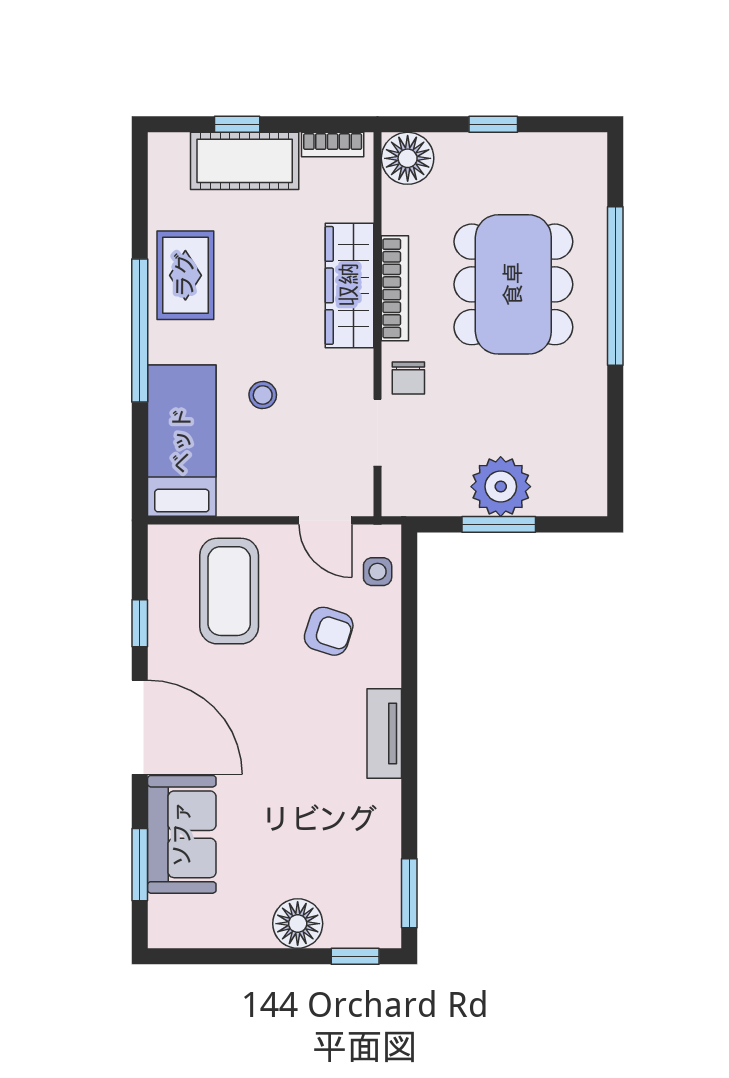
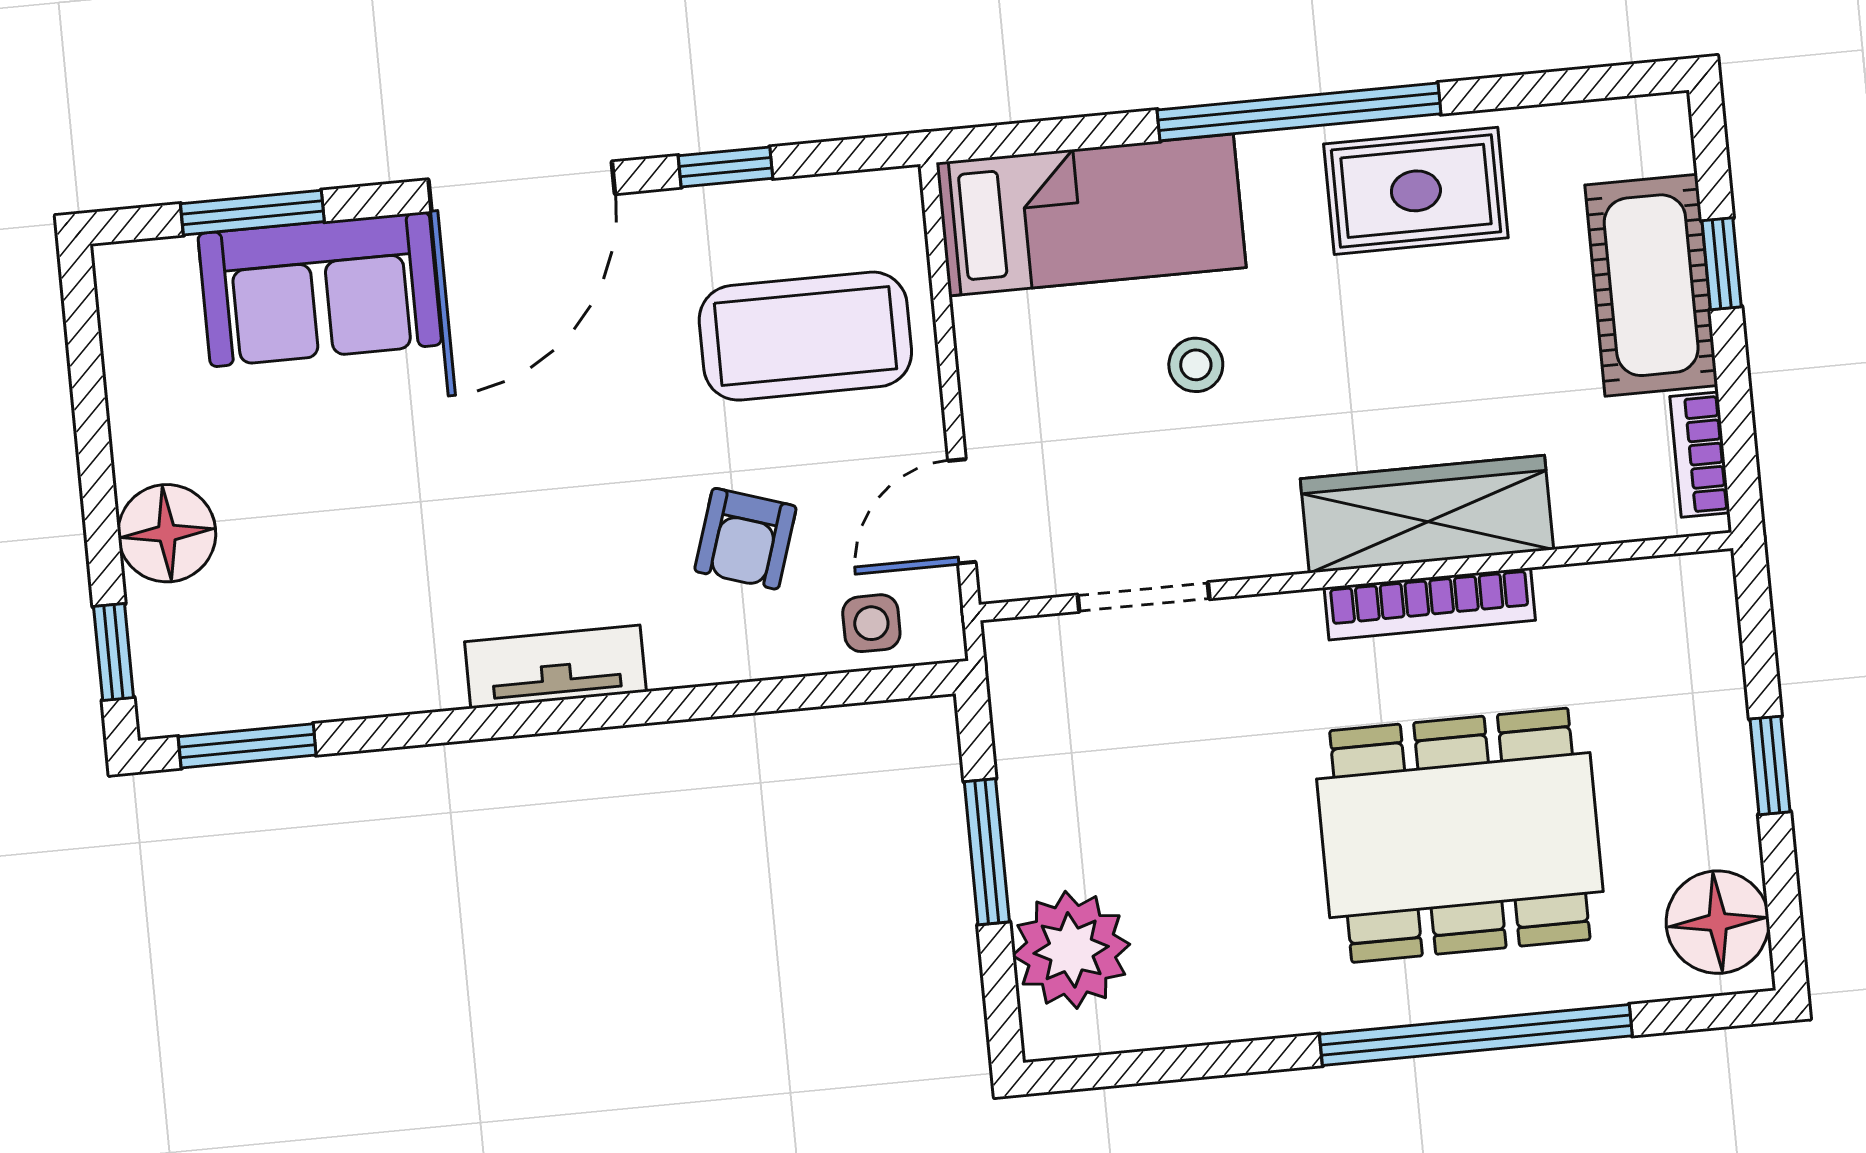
floor lamp: (408, 158) -> (1718, 922), moved
chair: (408, 378) -> (1257, 647), removed
plant: (501, 487) -> (1071, 950), moved

